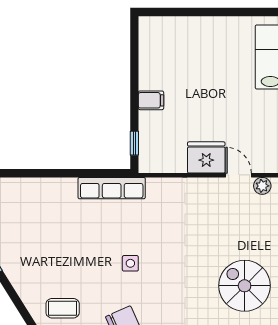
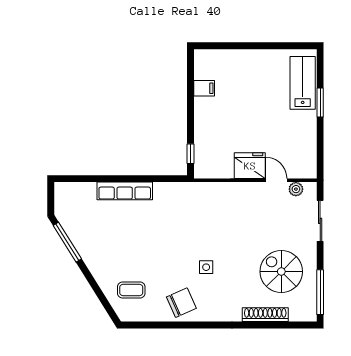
filing cabinet: (151, 100) -> (204, 88), moved
row of seats: (112, 188) -> (125, 191), moved
side table: (130, 263) -> (206, 267), moved

